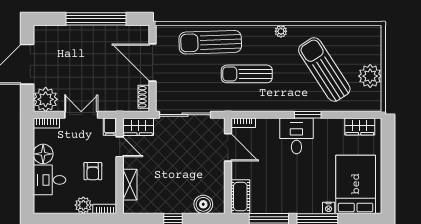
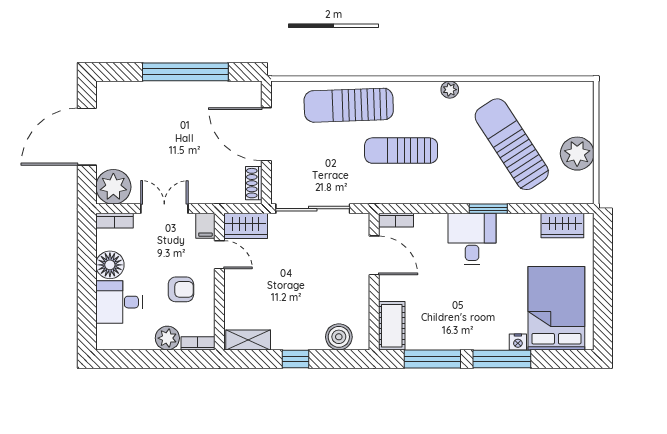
armchair: (93, 171) -> (181, 289), turned -90
shelving: (130, 185) -> (248, 340), moved, turned 90

